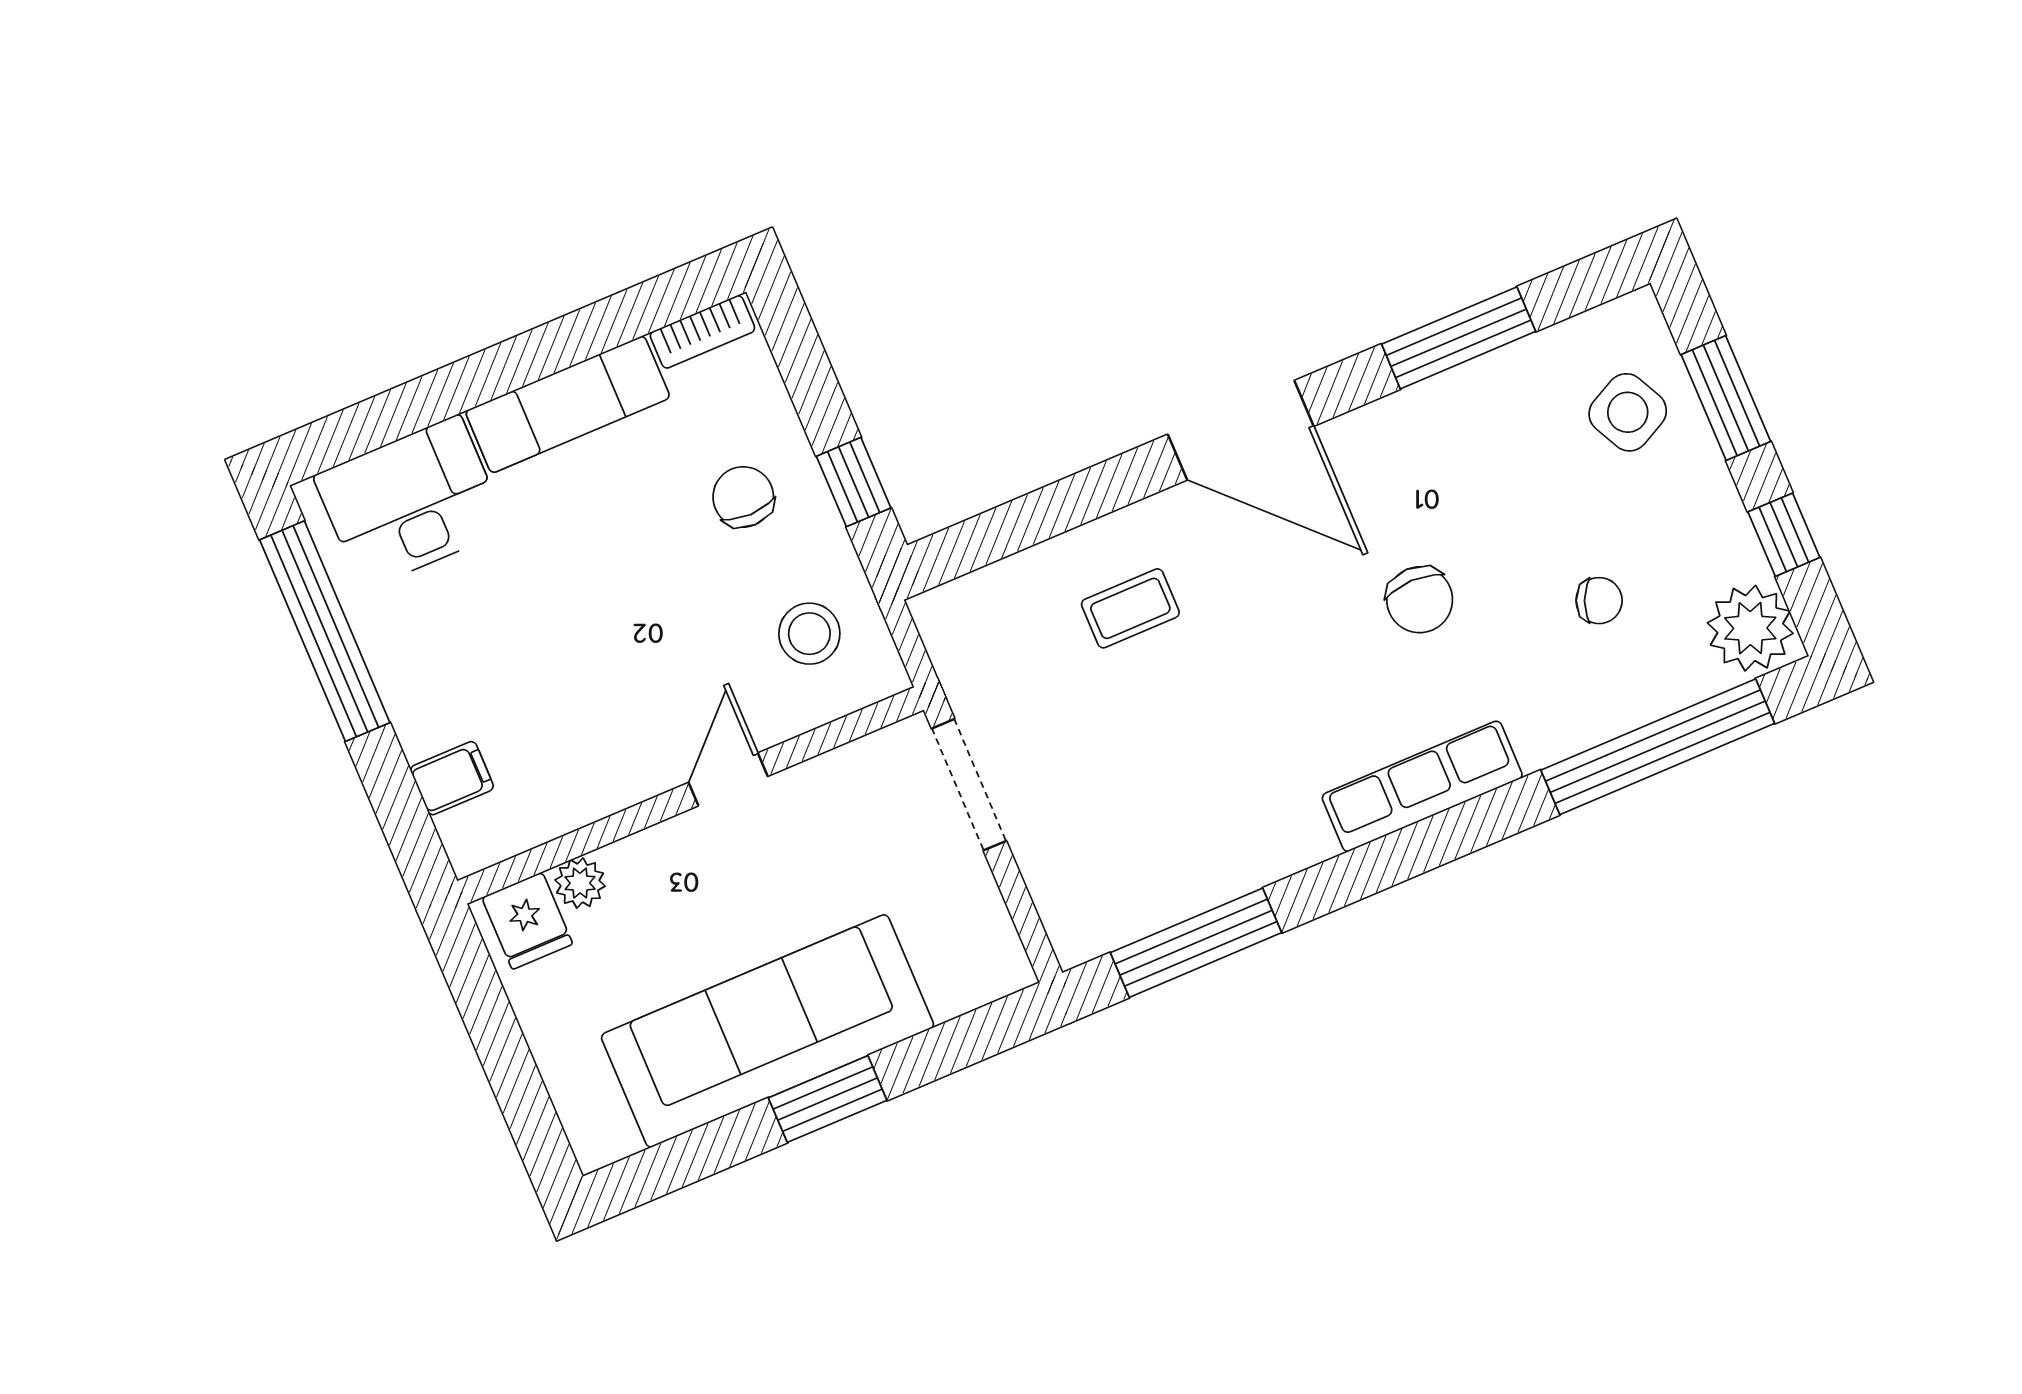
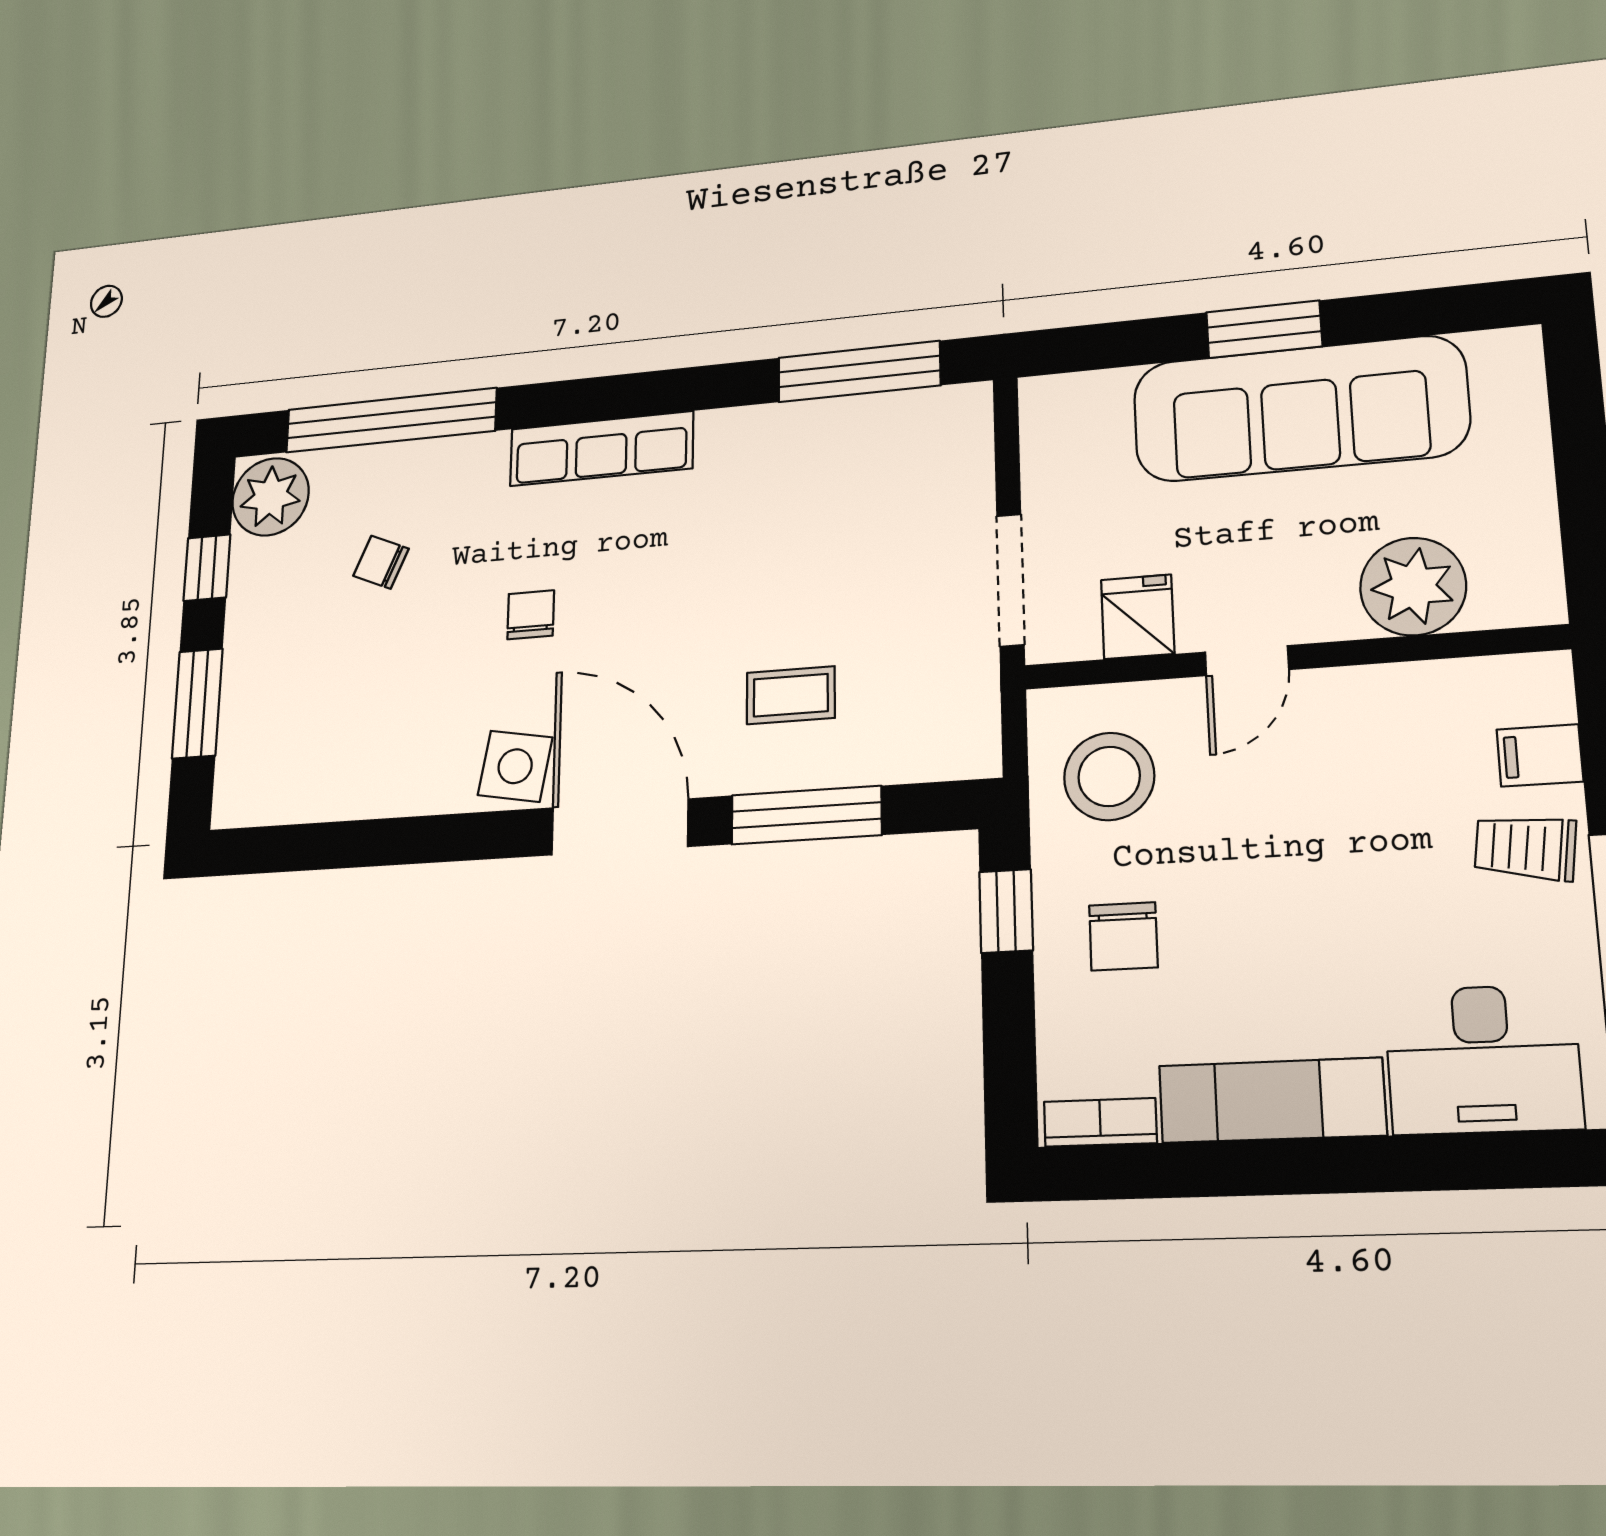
window: (1459, 338) -> (806, 815), moved
side table: (1628, 412) -> (515, 766), moved, turned 37
chair: (1420, 600) -> (531, 615), width x0.73, depth x0.73
stool: (809, 634) -> (1109, 776), width x1.38, depth x1.38
trolley: (437, 694) -> (1525, 848), added
plant: (580, 883) -> (1413, 587), width x1.88, depth x1.88
fridge: (527, 921) -> (1138, 617), moved

